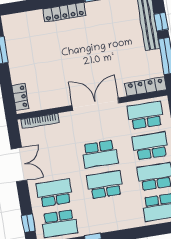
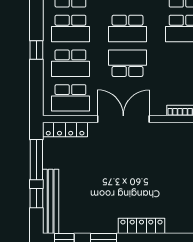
double door: (96, 104) -> (123, 119), swing flipped

